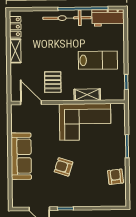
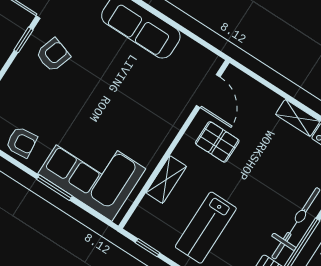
door: (31, 103) -> (208, 91), hinge flipped
corner sofa: (85, 122) -> (92, 171), moved, turned 90
armchair: (63, 167) -> (53, 55), moved

